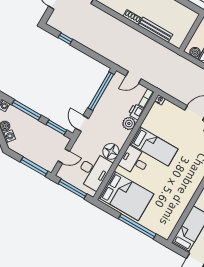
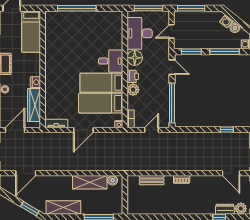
bench: (156, 30) -> (152, 180), width x0.73
printer: (136, 112) -> (133, 76), moved
bed: (126, 196) -> (101, 103), moved, width x0.67

